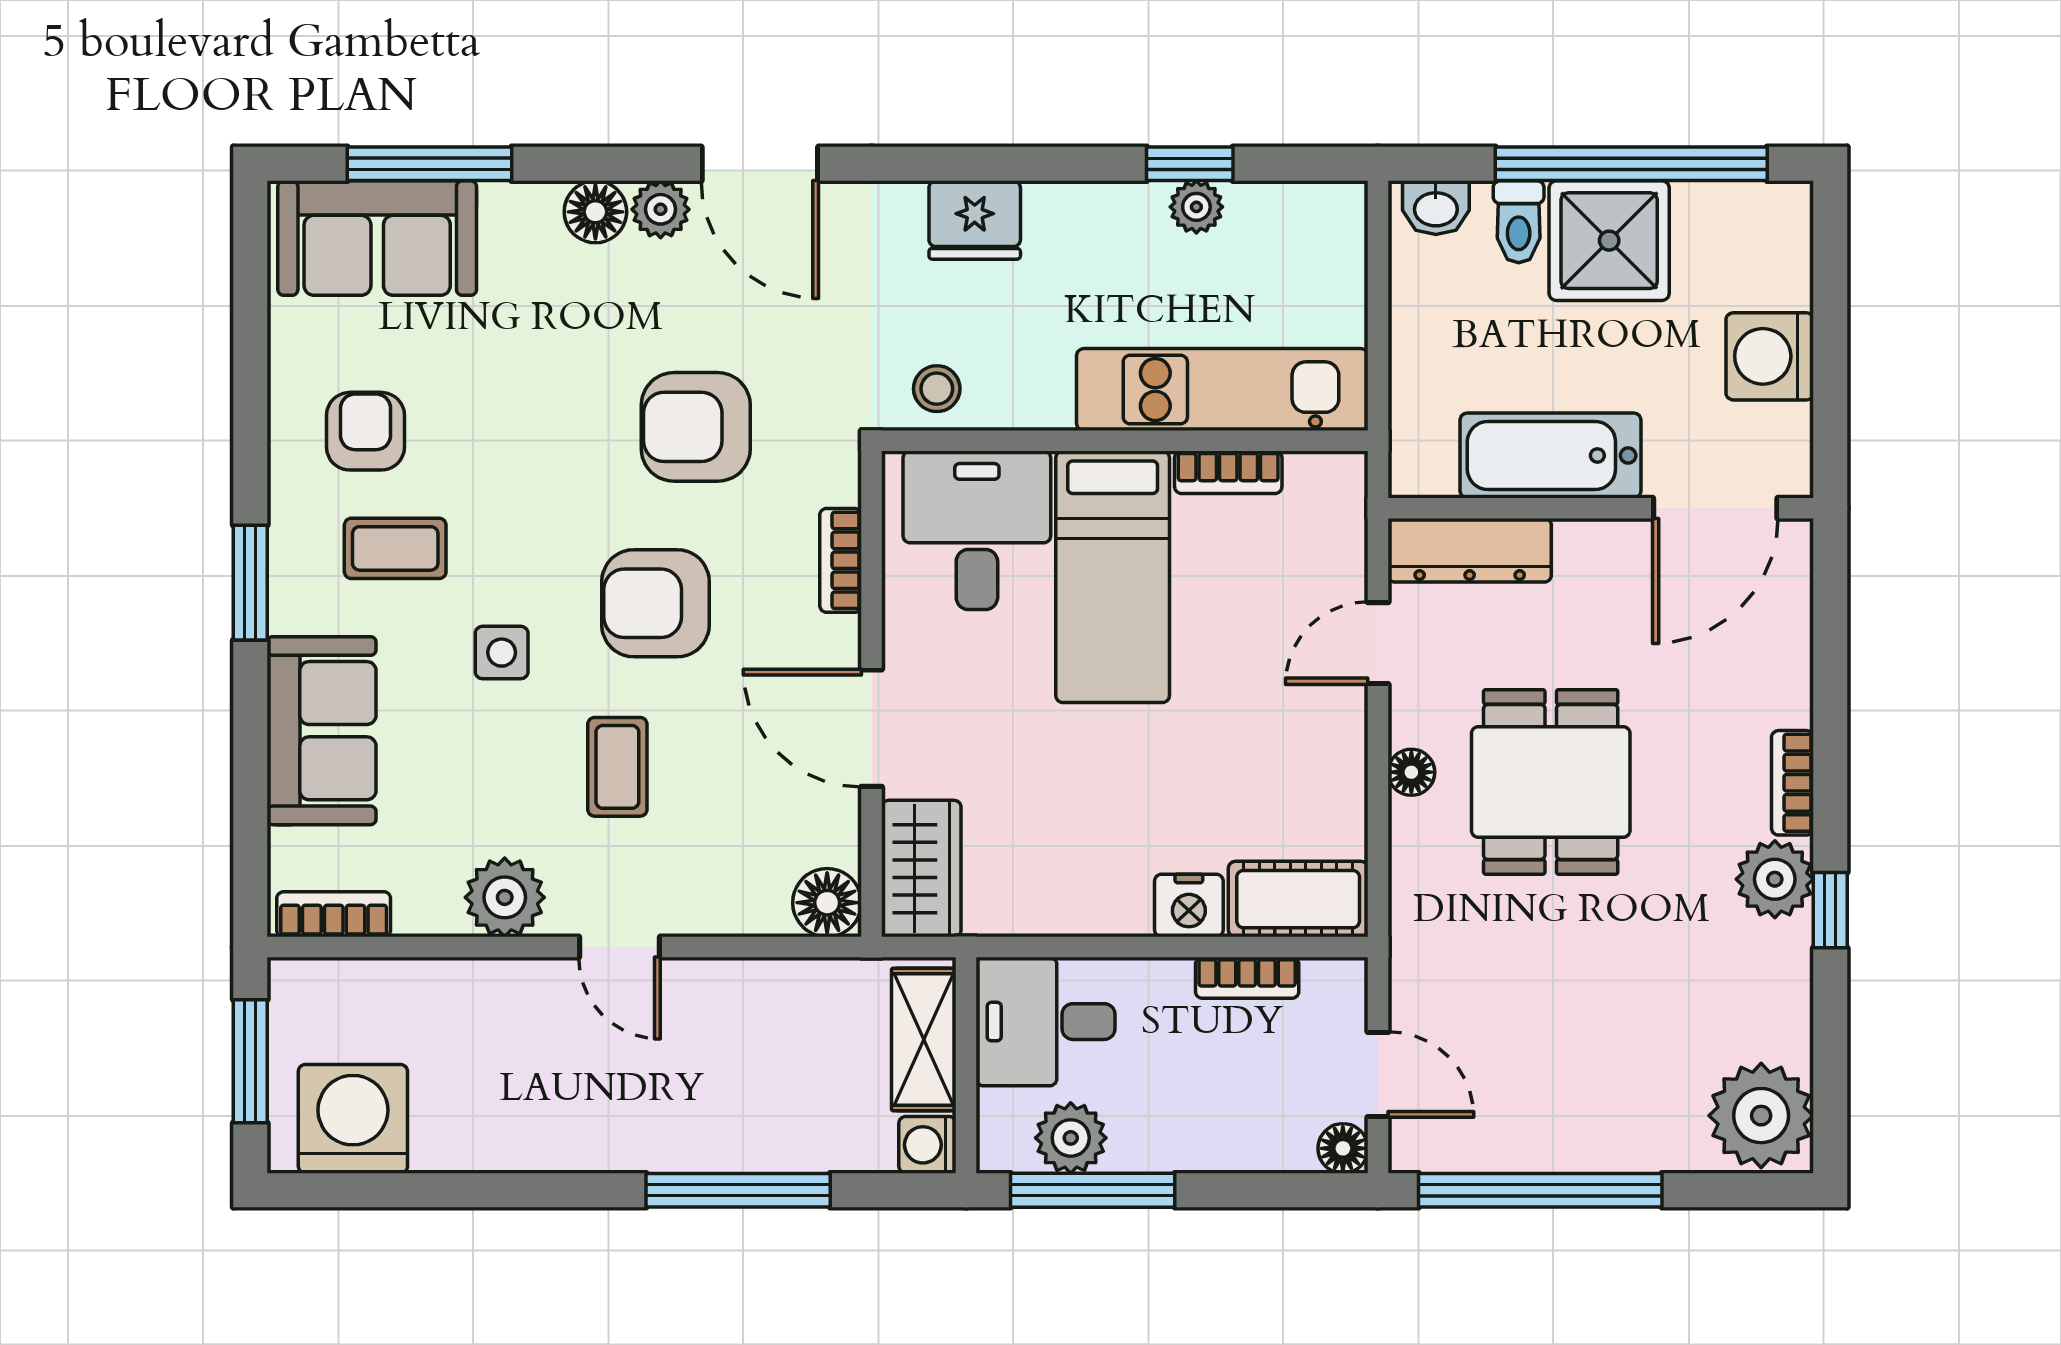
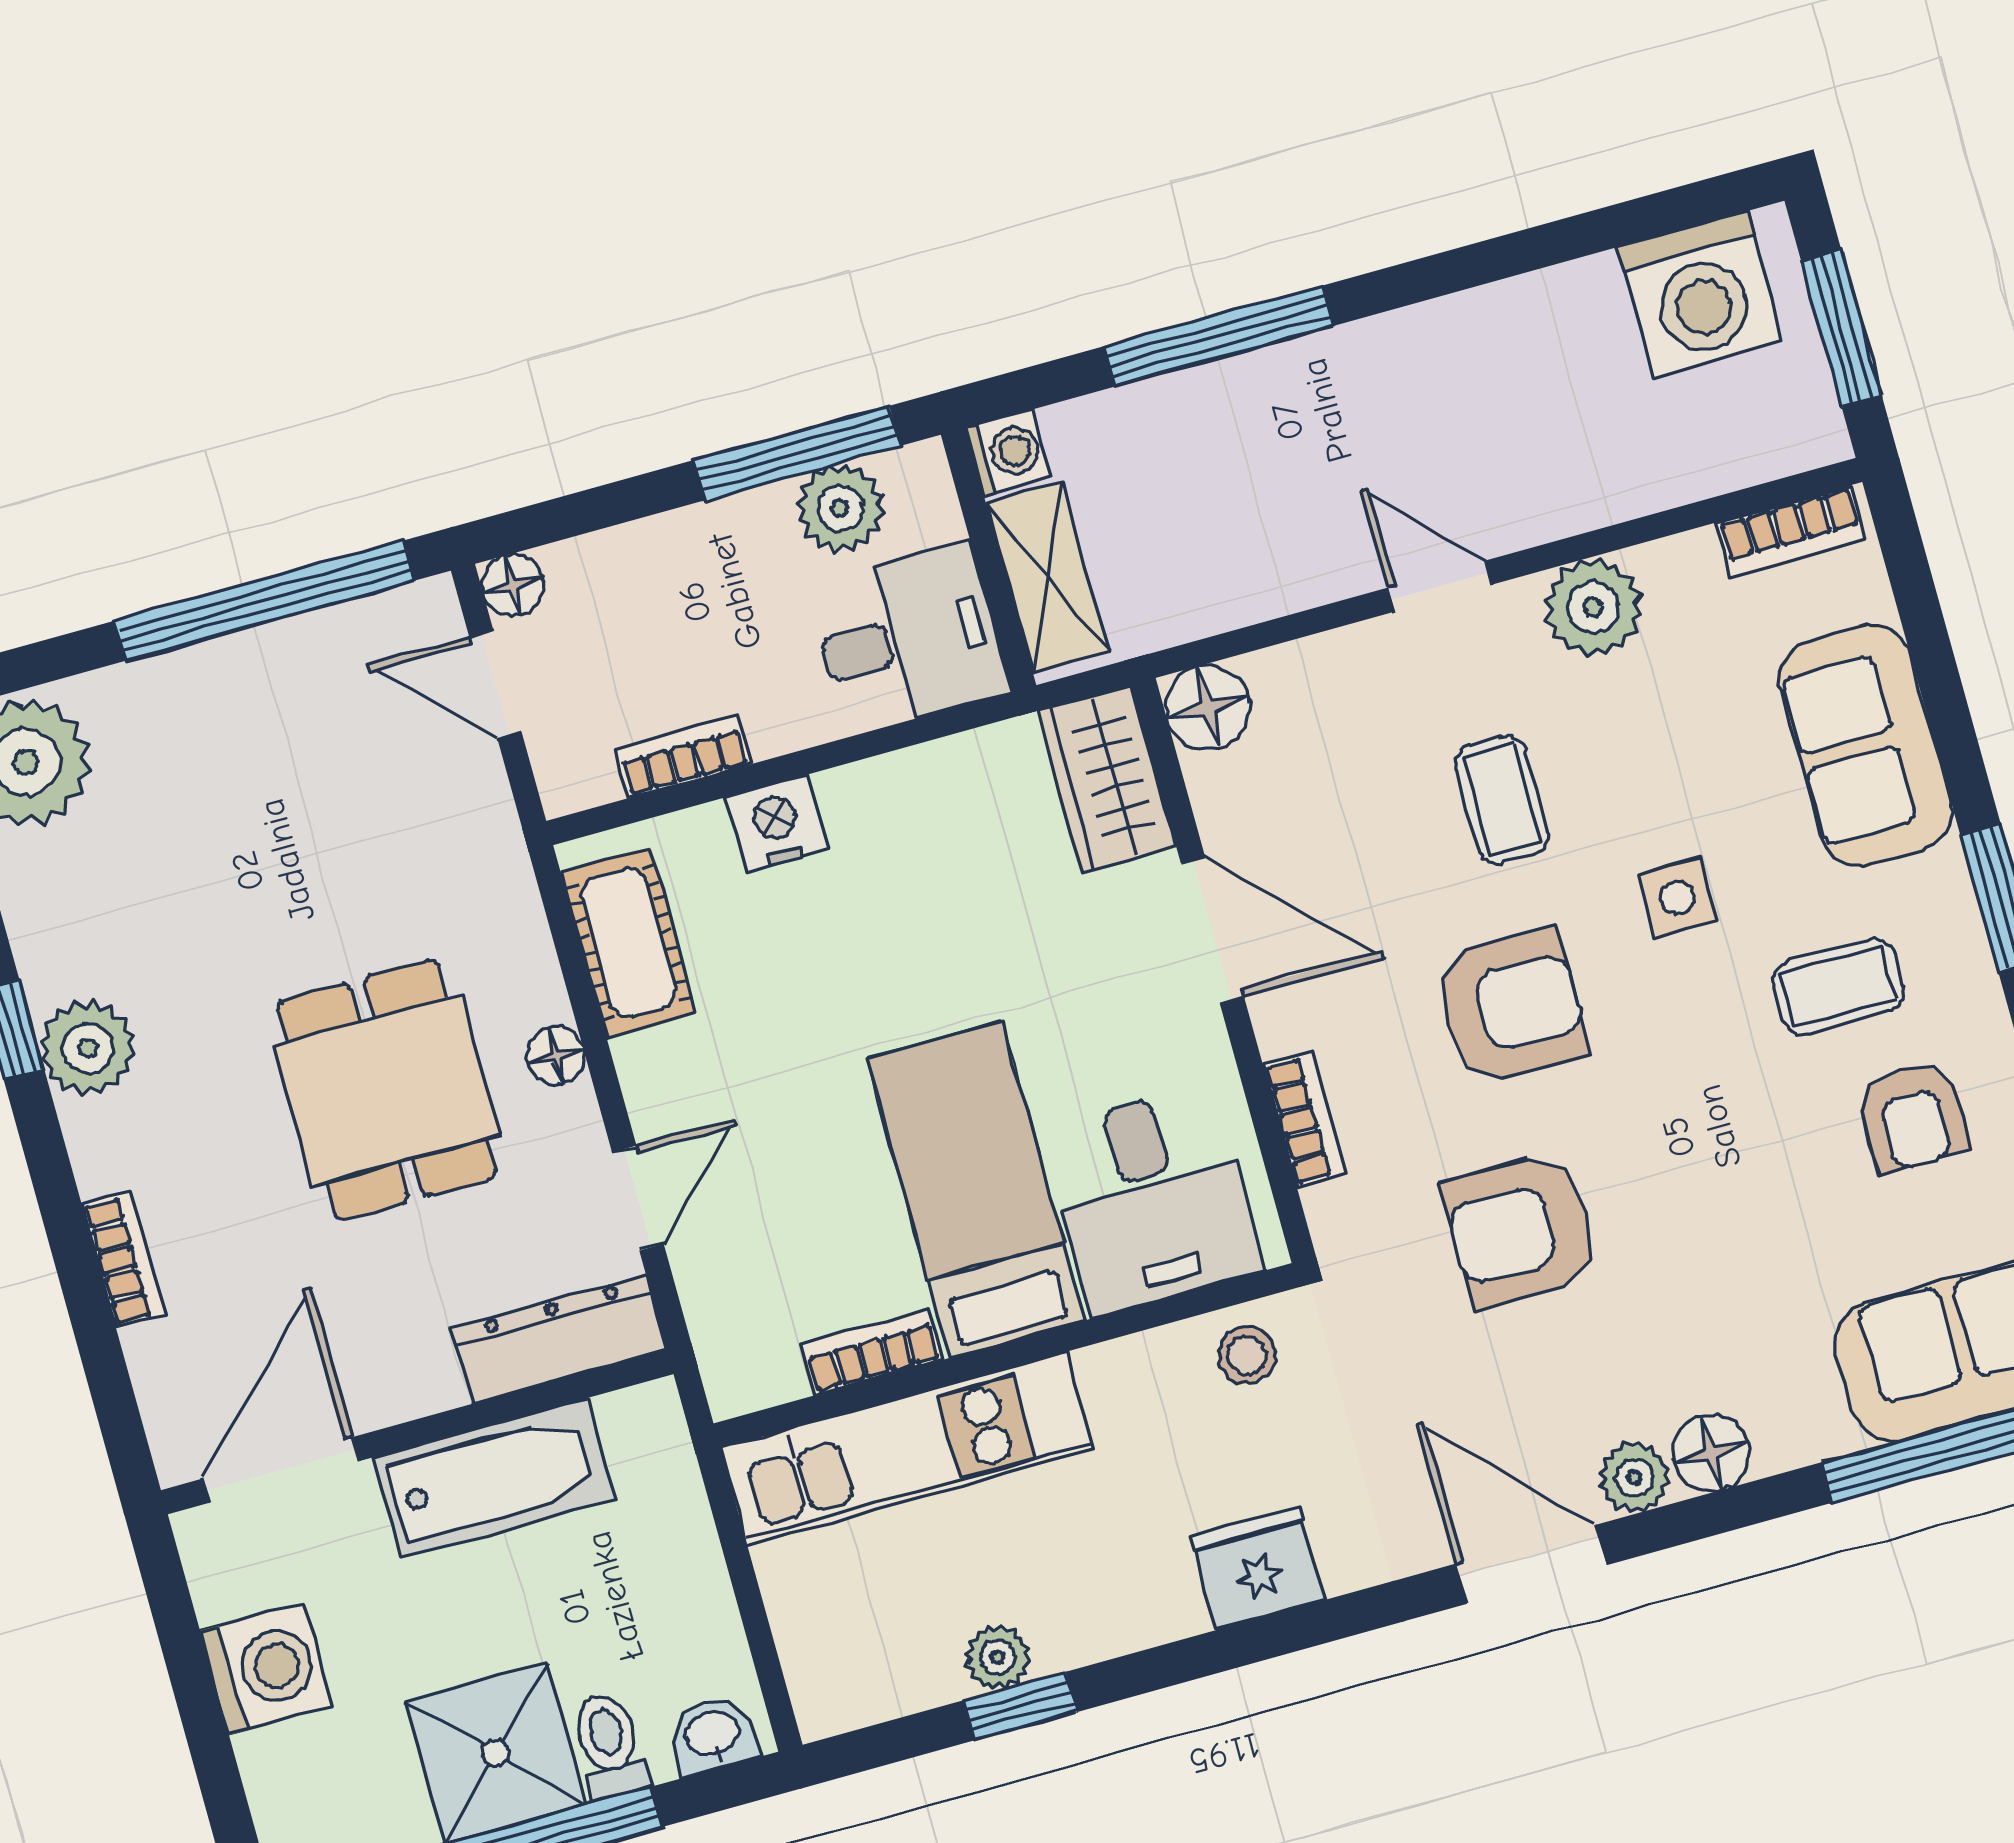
armchair: (696, 427) -> (1521, 1230), turned 180
bookcase: (1793, 783) -> (124, 1259), moved
cot: (1298, 899) -> (629, 943), moved, turned 90

